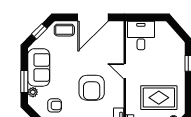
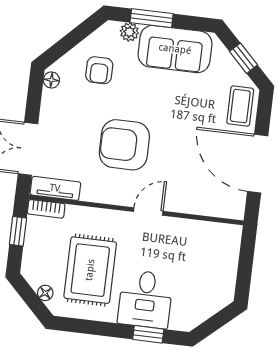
desk: (141, 35) -> (145, 299), moved, turned 90

